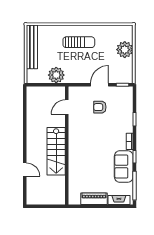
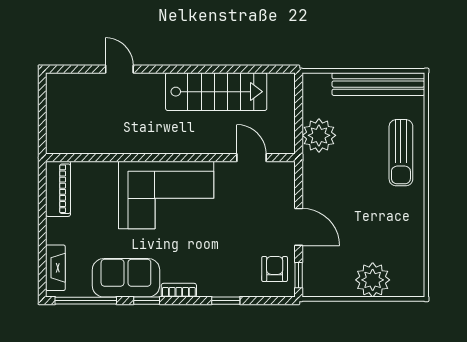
sun lounger: (79, 42) -> (401, 153), moved
armchair: (100, 107) -> (275, 269), moved
corner sofa: (84, 147) -> (166, 195), added
stairs: (56, 151) -> (216, 92), moved, turned 180
door: (25, 170) -> (119, 69), swing flipped
piano: (94, 199) -> (58, 189), moved

